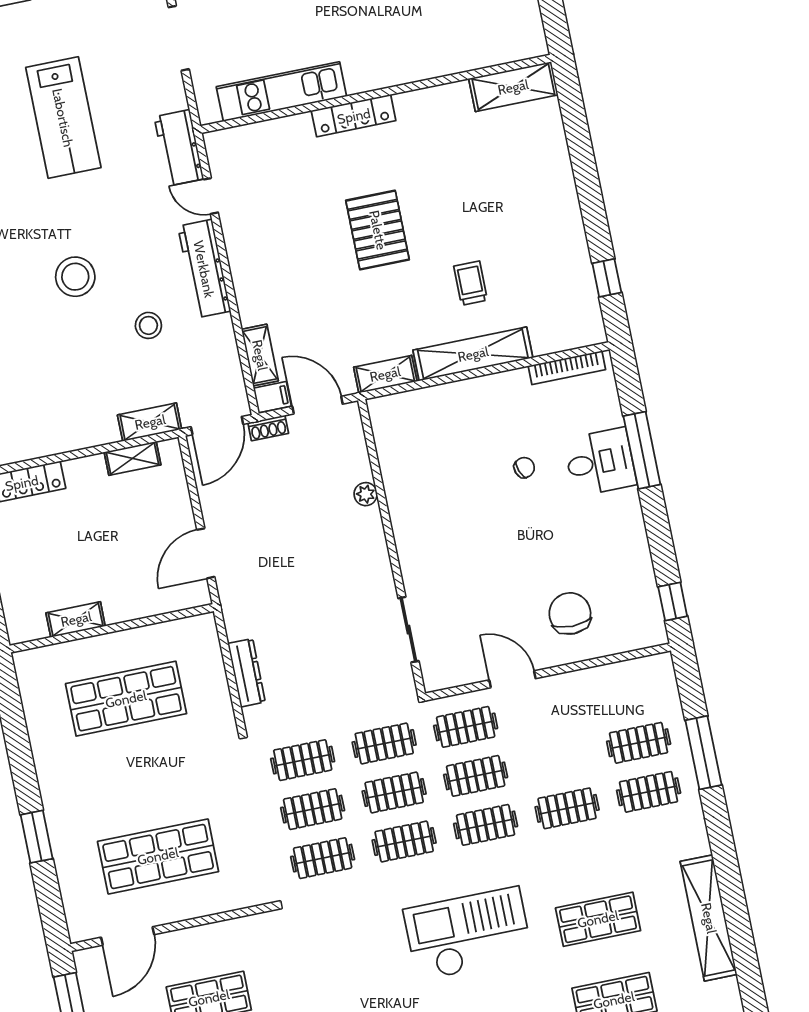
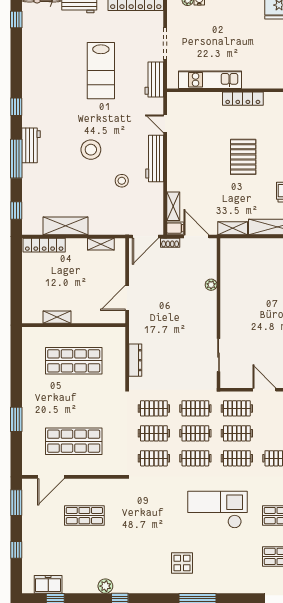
workbench: (179, 148) -> (154, 79), moved
shelving: (150, 422) -> (66, 226), moved, width x1.50, depth x1.33

